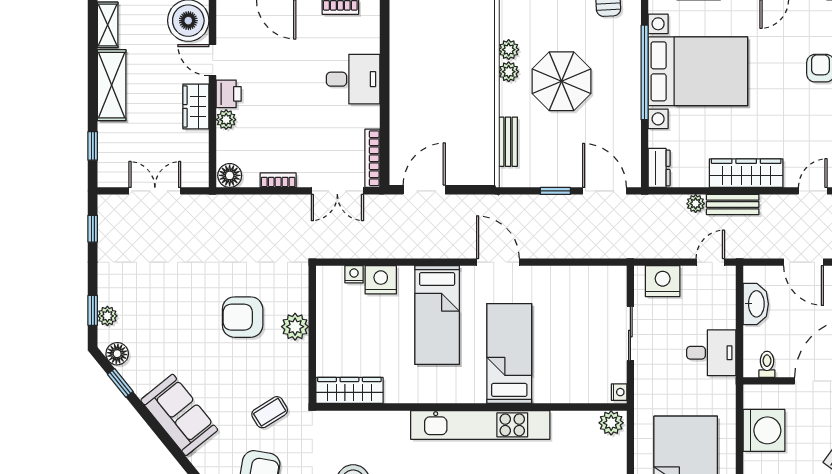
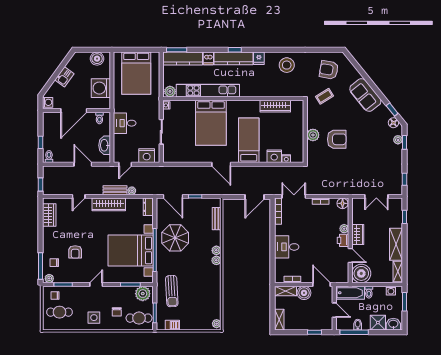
parasol: (561, 81) -> (175, 238), moved
bed: (509, 353) -> (211, 123), width x1.50
wardrobe: (349, 390) -> (275, 106), moved
kitchen unit: (480, 425) -> (208, 91), moved

